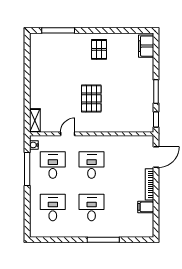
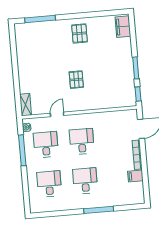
pallet: (91, 98) -> (76, 80), width x0.67, depth x0.71

